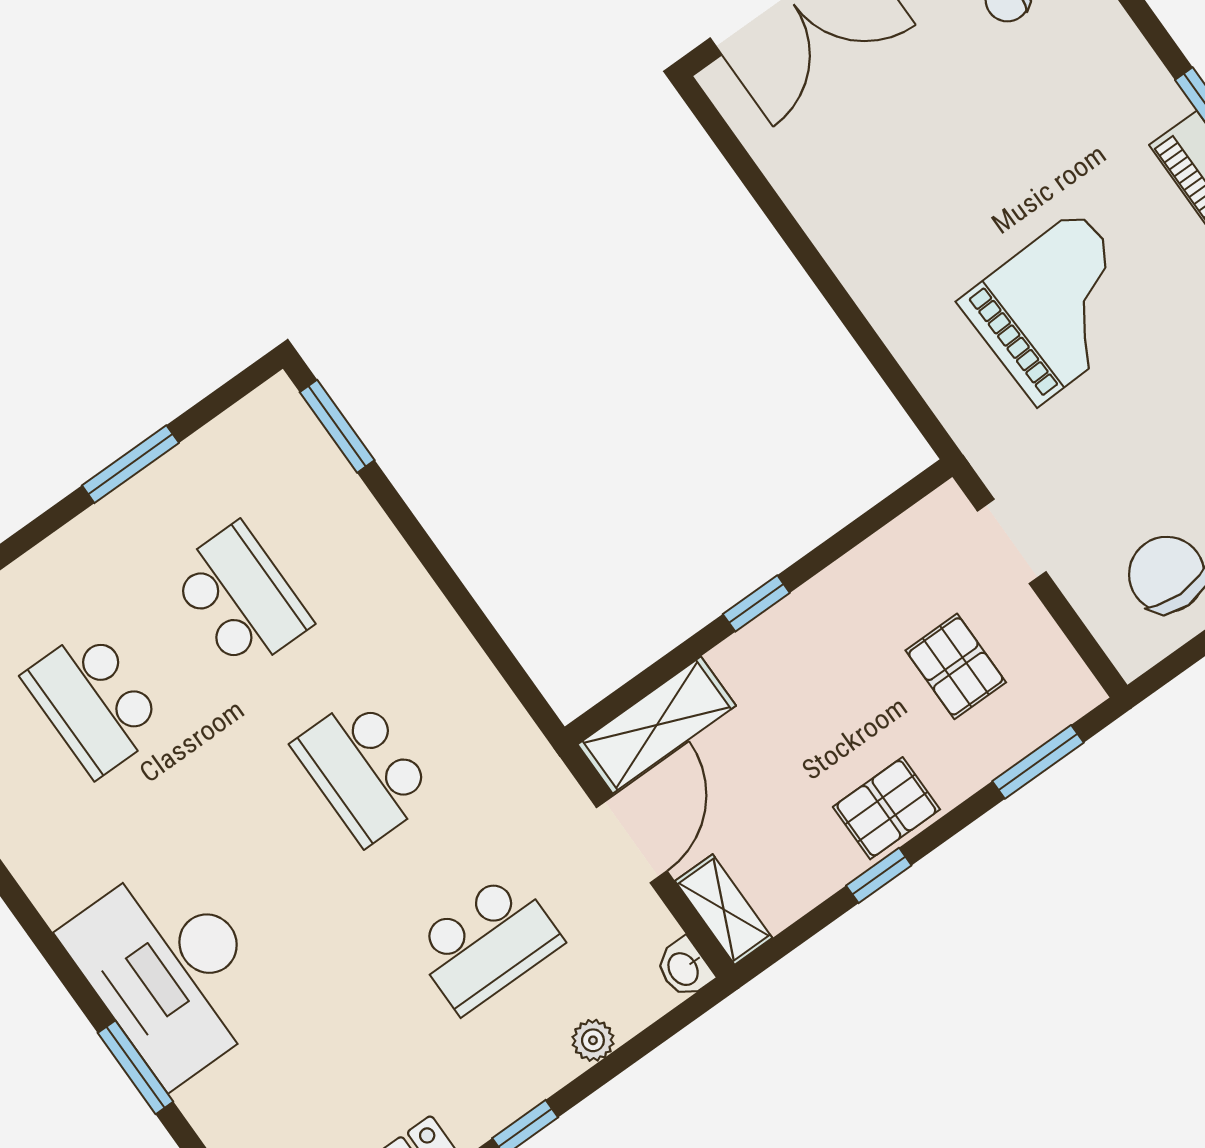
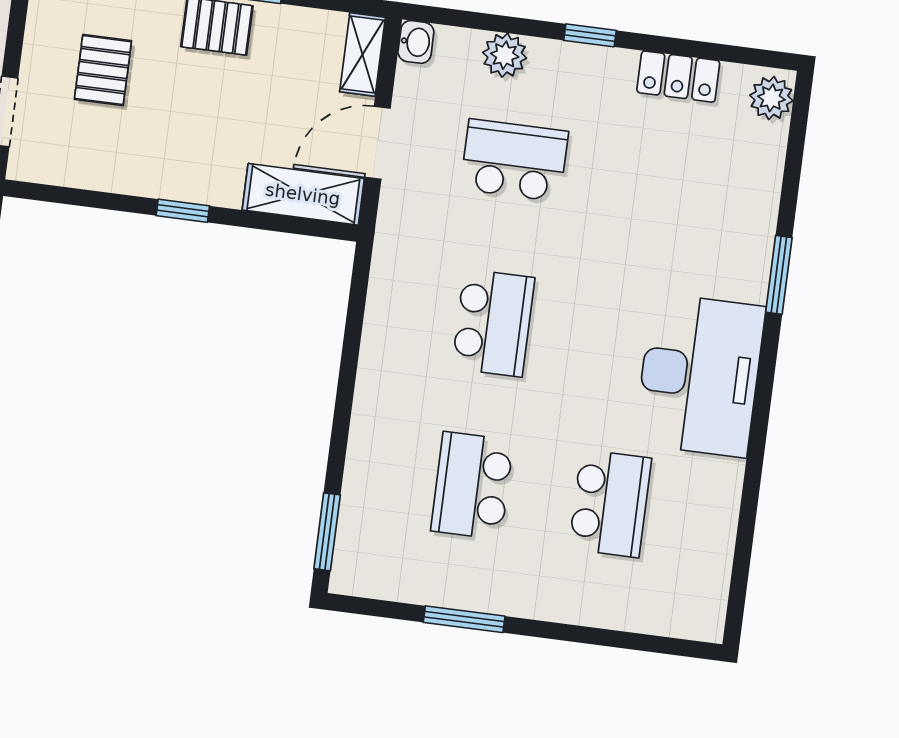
desk: (171, 970) -> (700, 375), moved
plant: (593, 1040) -> (505, 55), width x1.38, depth x1.38

